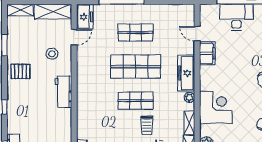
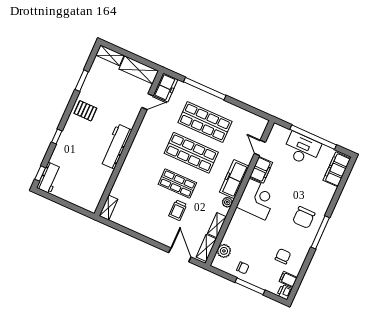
shop shelf: (136, 32) -> (205, 122), width x1.43, depth x1.36
stool: (52, 54) -> (121, 107), removed
workbench: (63, 92) -> (116, 146), width x1.38
corner desk: (216, 107) -> (257, 199), moved

